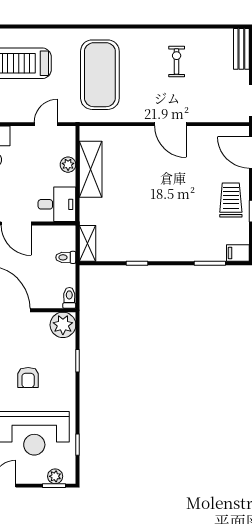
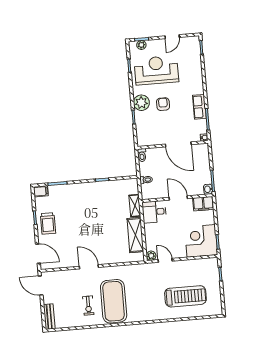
exercise mat: (100, 75) -> (114, 301), moved
door: (46, 124) -> (165, 260), swing flipped
plant: (68, 165) -> (151, 256), moved
shelving: (87, 243) -> (135, 206), moved
plant: (63, 325) -> (141, 103), moved

